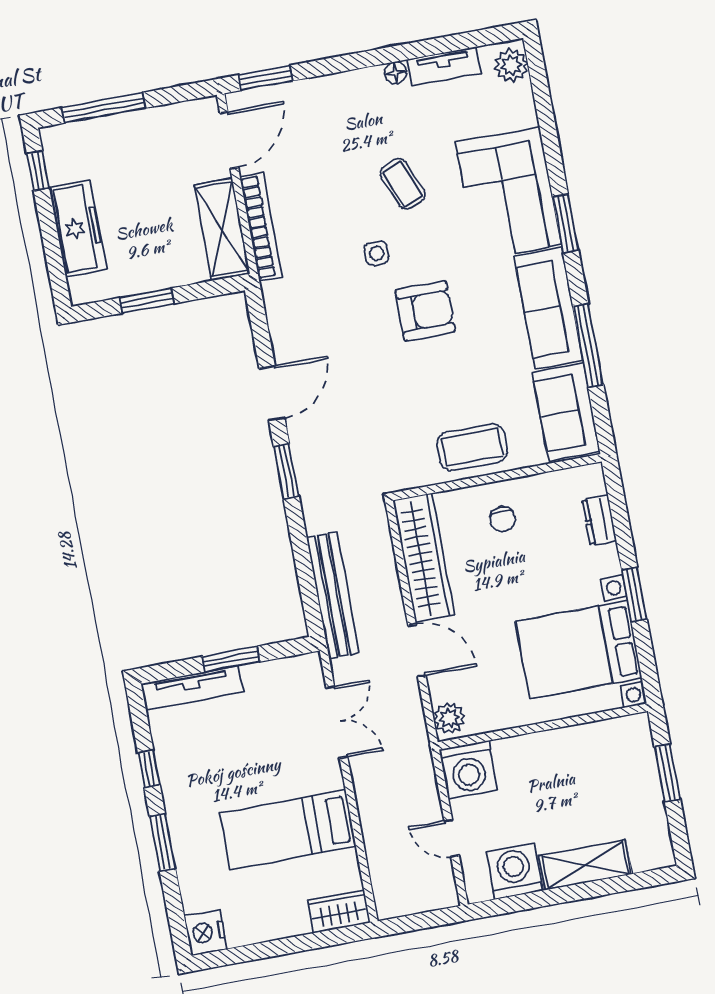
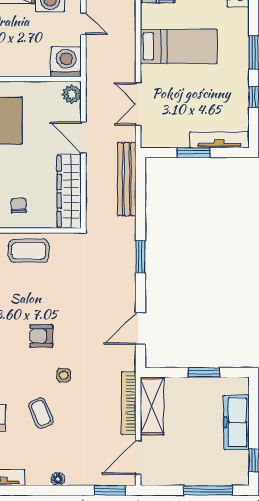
floor lamp: (396, 73) -> (58, 479), moved
armchair: (425, 311) -> (41, 336), width x0.72, depth x0.72
door: (272, 393) -> (140, 329), moved

